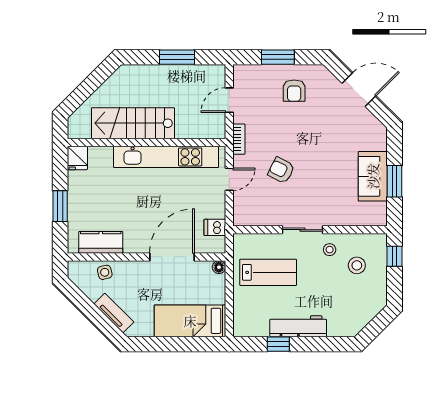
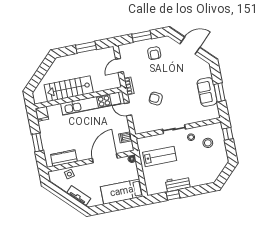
door: (229, 179) -> (128, 109), swing flipped
workbench: (298, 326) -> (178, 184), width x0.73

